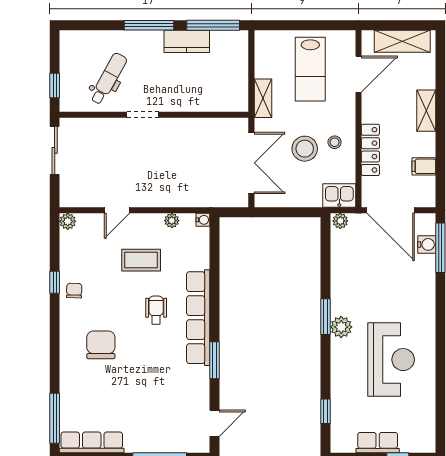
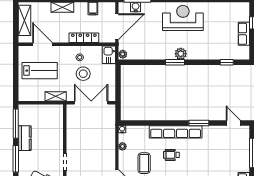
reception desk: (391, 360) -> (183, 18), moved

